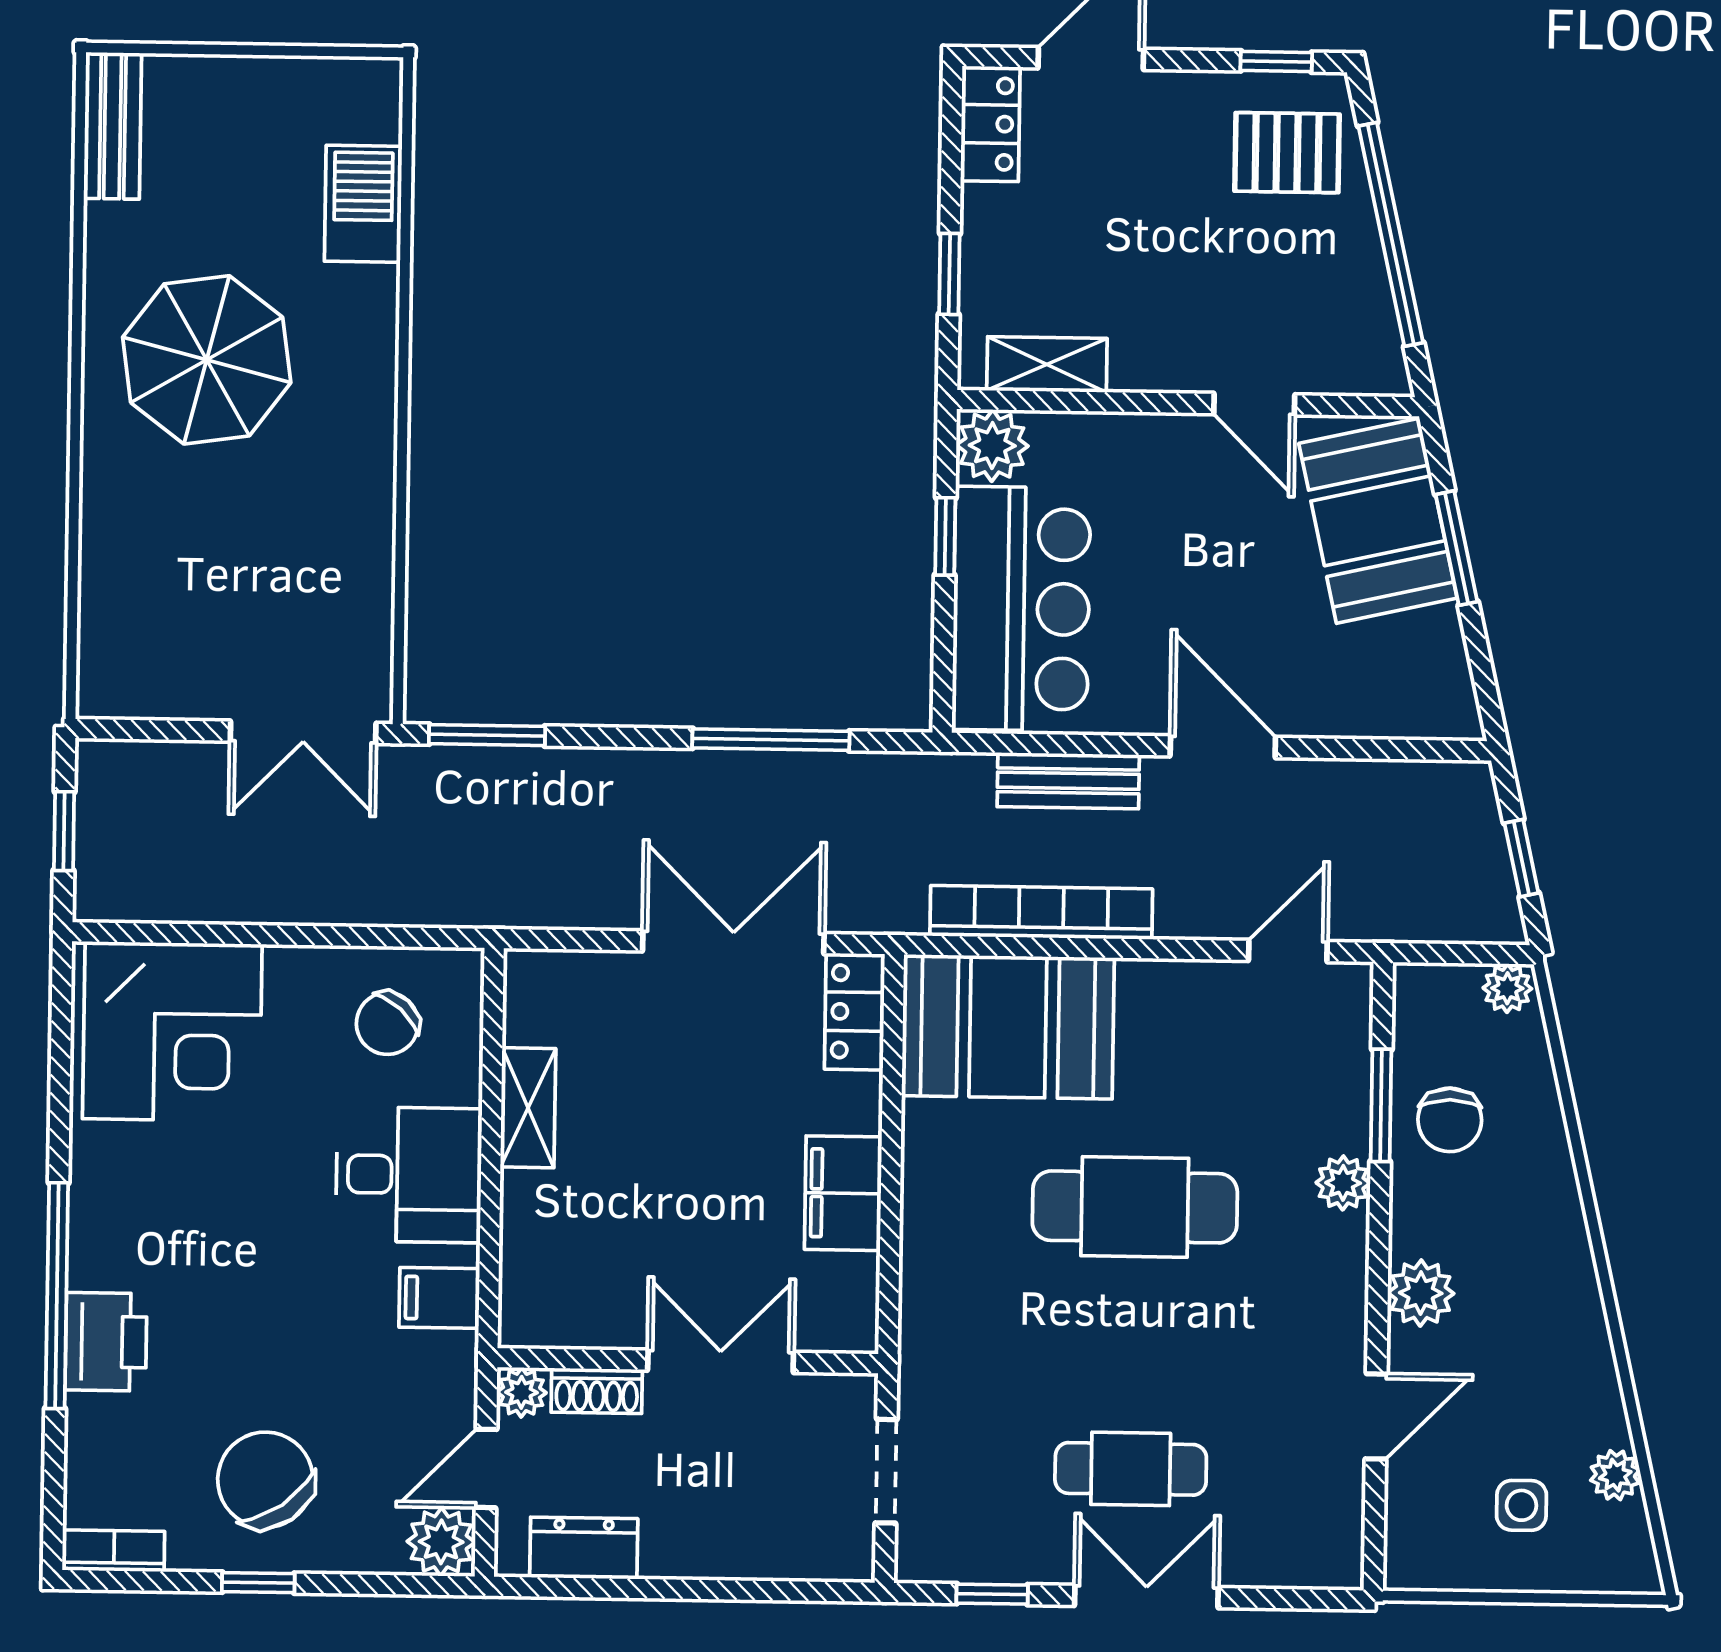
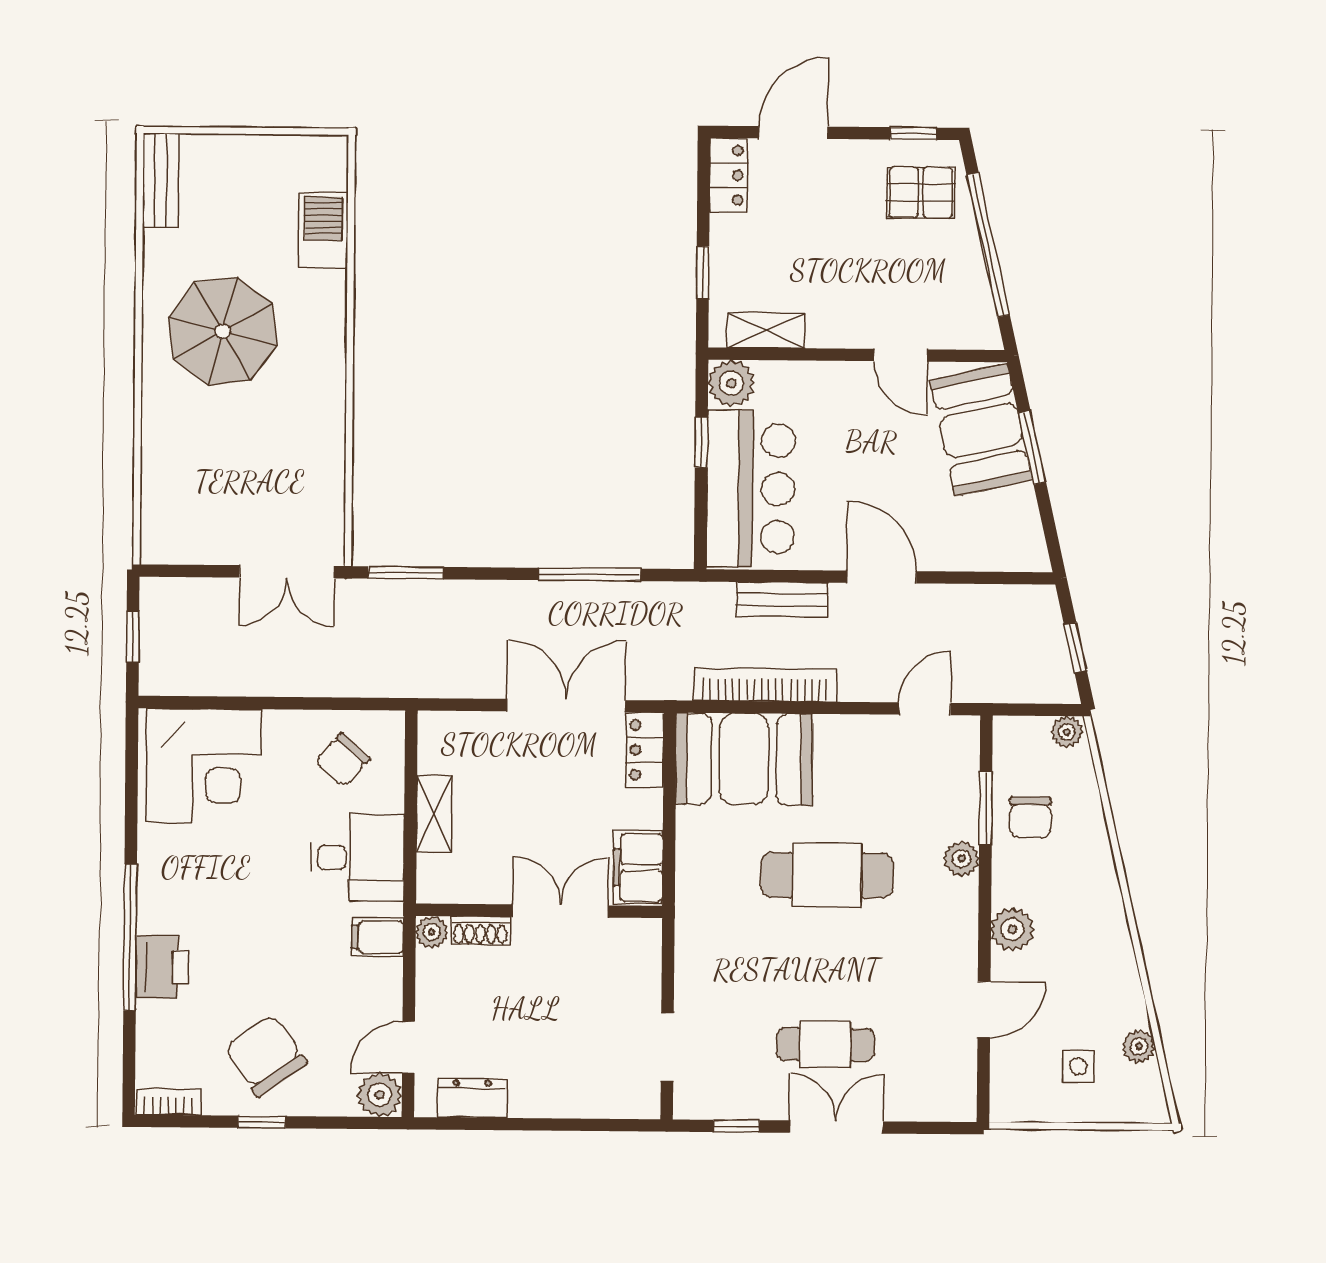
wall: (688, 1361) -> (539, 911), moved
double door: (721, 1361) -> (560, 911), moved
shoe rack: (597, 1391) -> (480, 931), moved
plant: (521, 1392) -> (432, 932), moved

